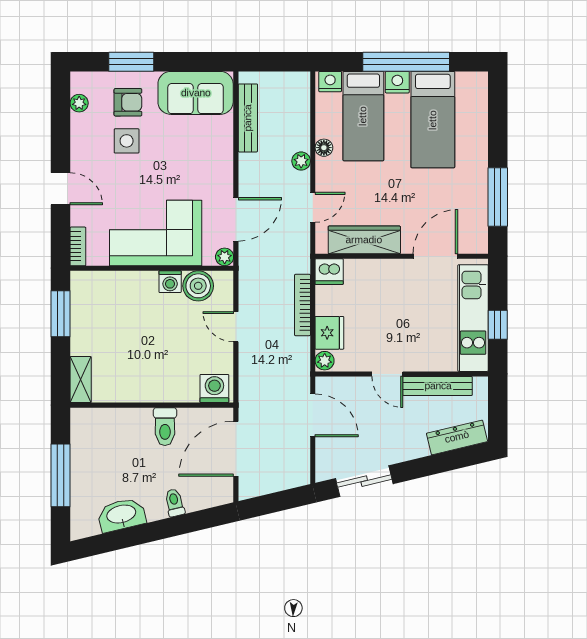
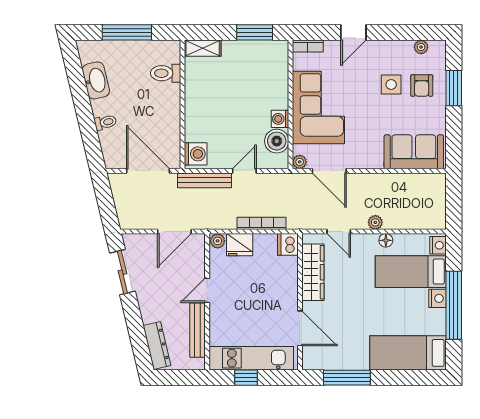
sofa: (196, 93) -> (414, 152), moved, turned 90
bench: (248, 118) -> (204, 180), moved
bed: (433, 120) -> (408, 353), moved
toilet: (165, 427) -> (166, 73), moved

